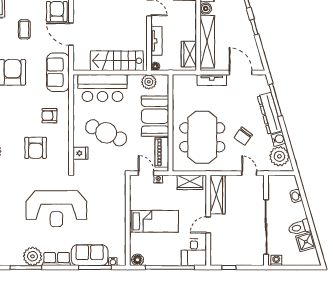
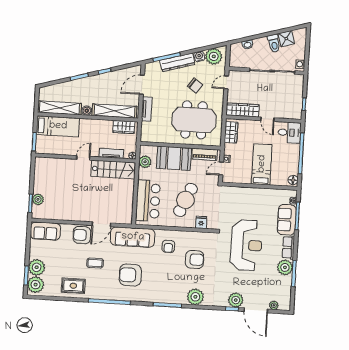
stairs: (117, 61) -> (113, 169), moved, turned -90
sofa: (58, 72) -> (133, 237), width x1.36

